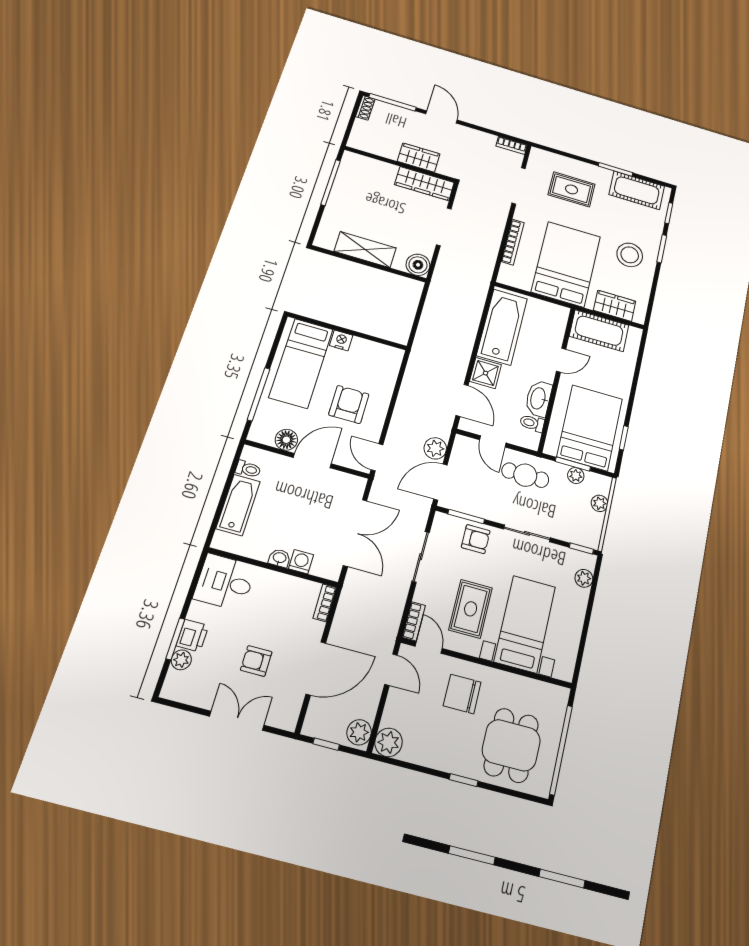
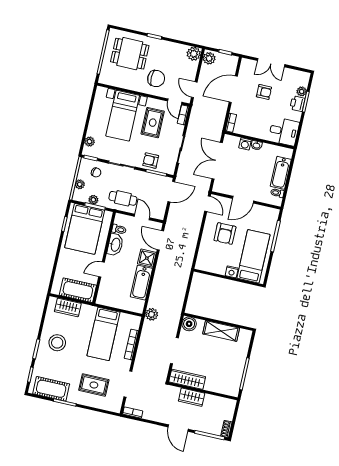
bed: (566, 264) -> (103, 334), width x0.67
bathtub: (502, 327) -> (141, 283), width x0.73, depth x0.73
floor lamp: (286, 440) -> (258, 211), removed
plant: (435, 448) -> (152, 314), moved
chair: (572, 523) -> (96, 172), added
dining table: (511, 745) -> (130, 54), turned 90

